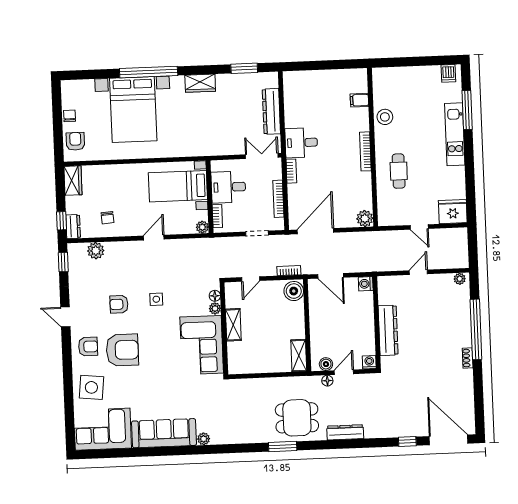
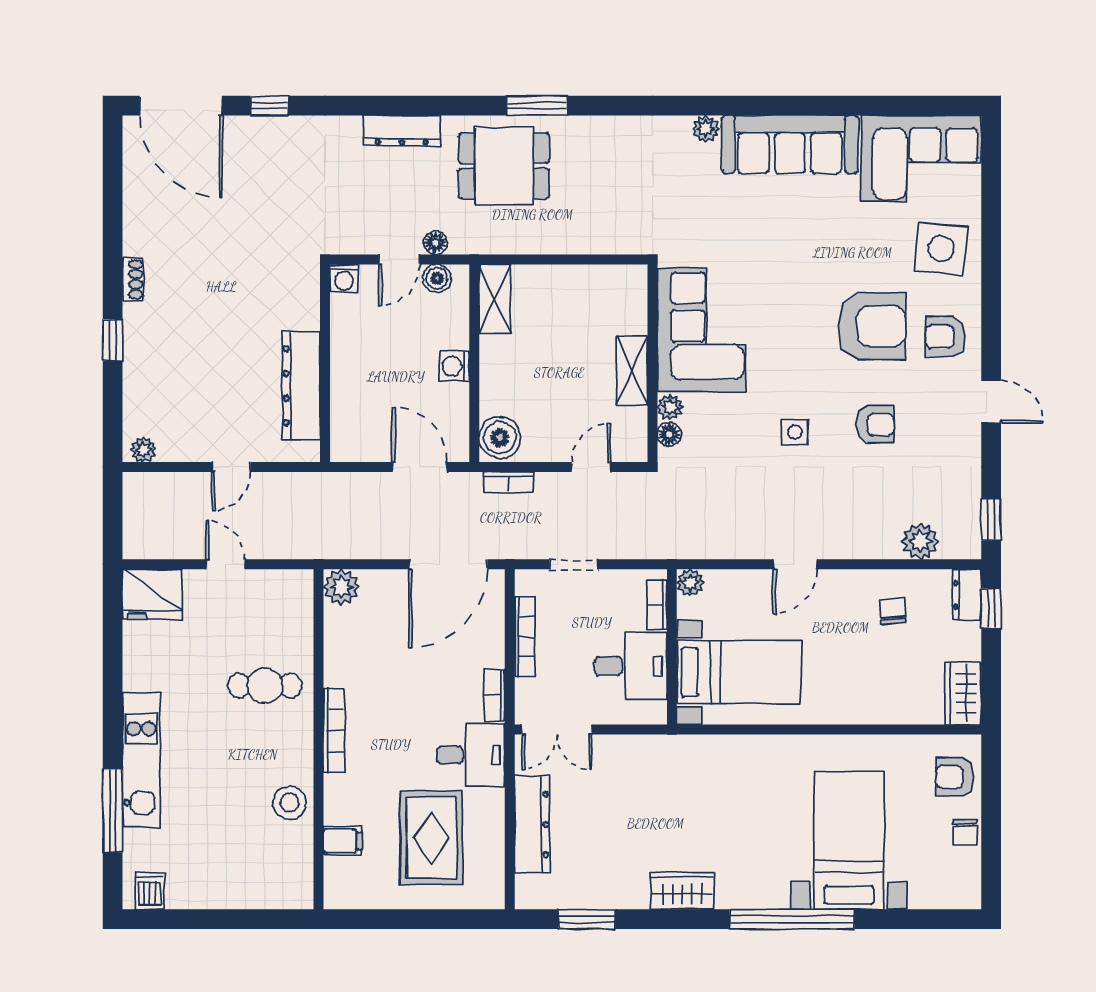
rug: (318, 103) -> (431, 838), added
bed with nightstands: (133, 110) -> (849, 840), width x0.73
armchair: (75, 141) -> (955, 777), turned 90
cafe table: (399, 171) -> (265, 686), turned 90
washing machine: (366, 284) -> (454, 366), moved, turned 180
window: (476, 329) -> (113, 340), width x0.32
dresser: (388, 330) -> (301, 386), moved
armchair: (122, 350) -> (872, 326), turned 180

